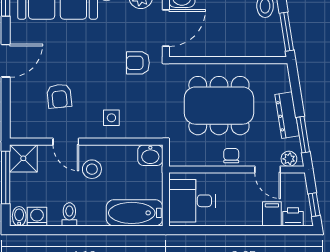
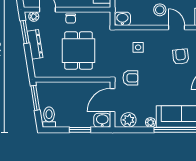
dining table: (219, 106) -> (78, 51), width x0.73
side table: (111, 118) -> (138, 47), moved

